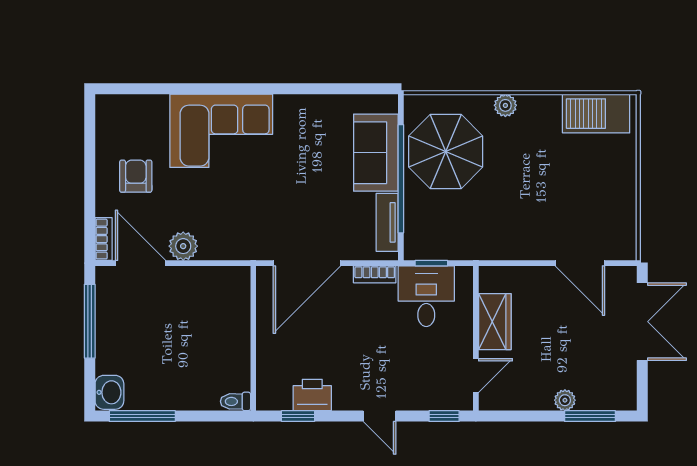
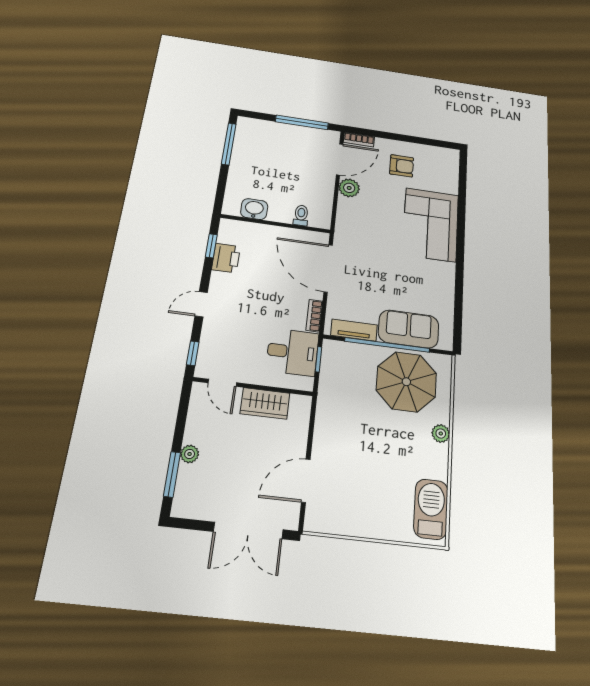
washbasin: (109, 392) -> (254, 209), moved, turned 180
toilet: (236, 401) -> (301, 215), moved

